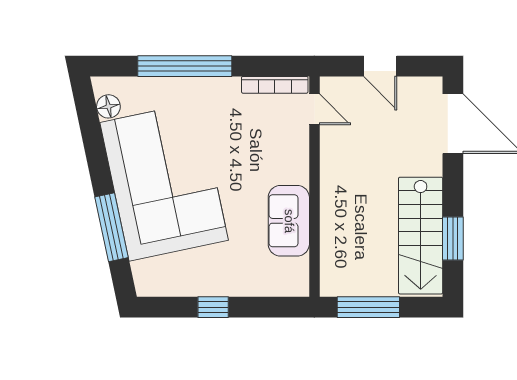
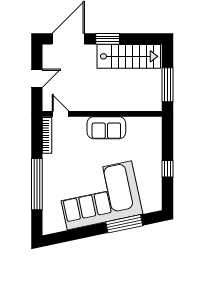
floor lamp: (108, 106) -> (59, 225), removed
door: (314, 109) -> (60, 114), hinge flipped
sofa: (289, 221) -> (106, 128), moved
window: (453, 238) -> (108, 39), moved

